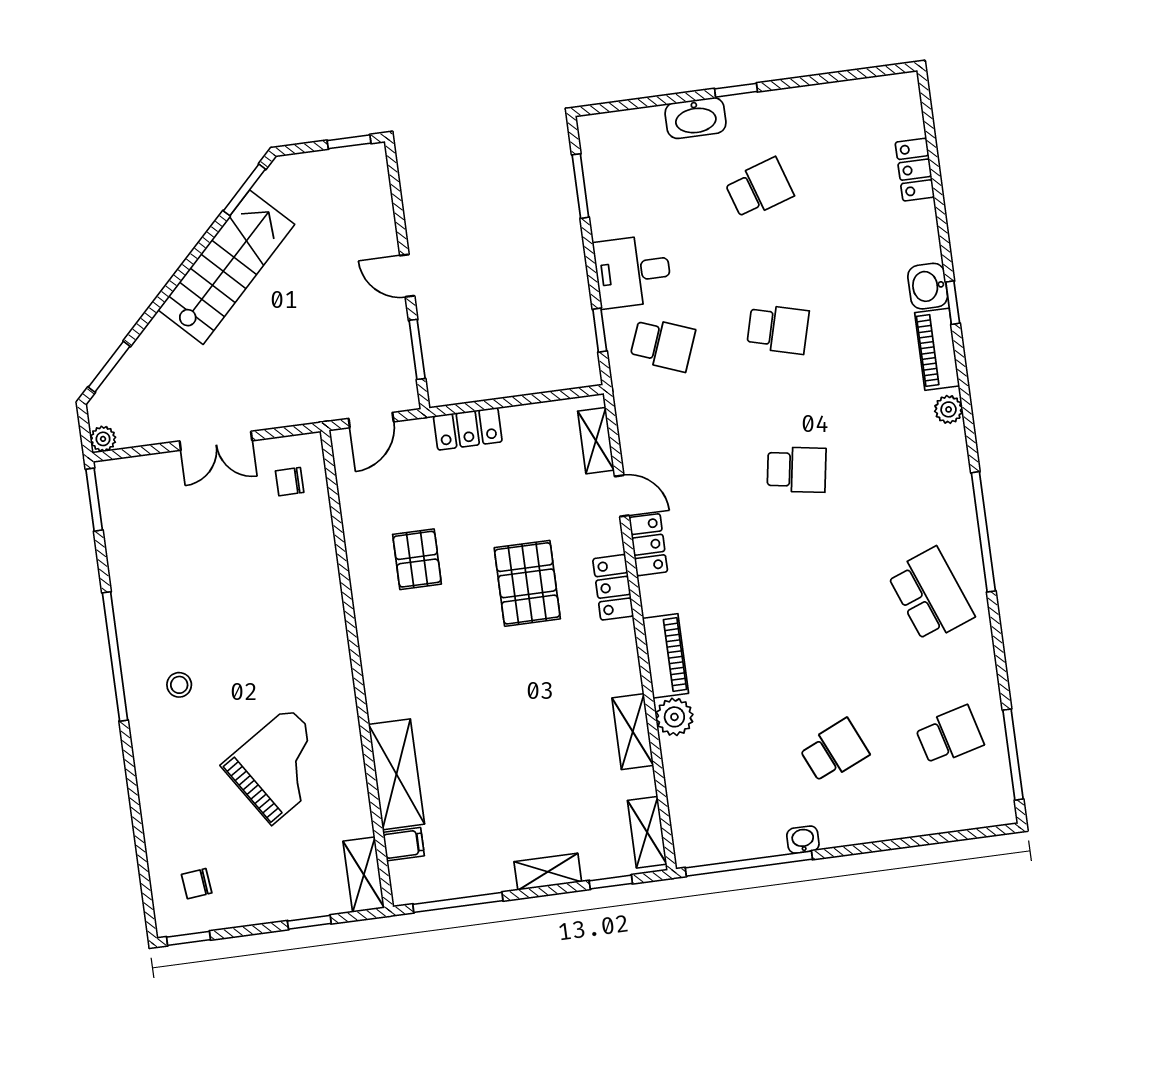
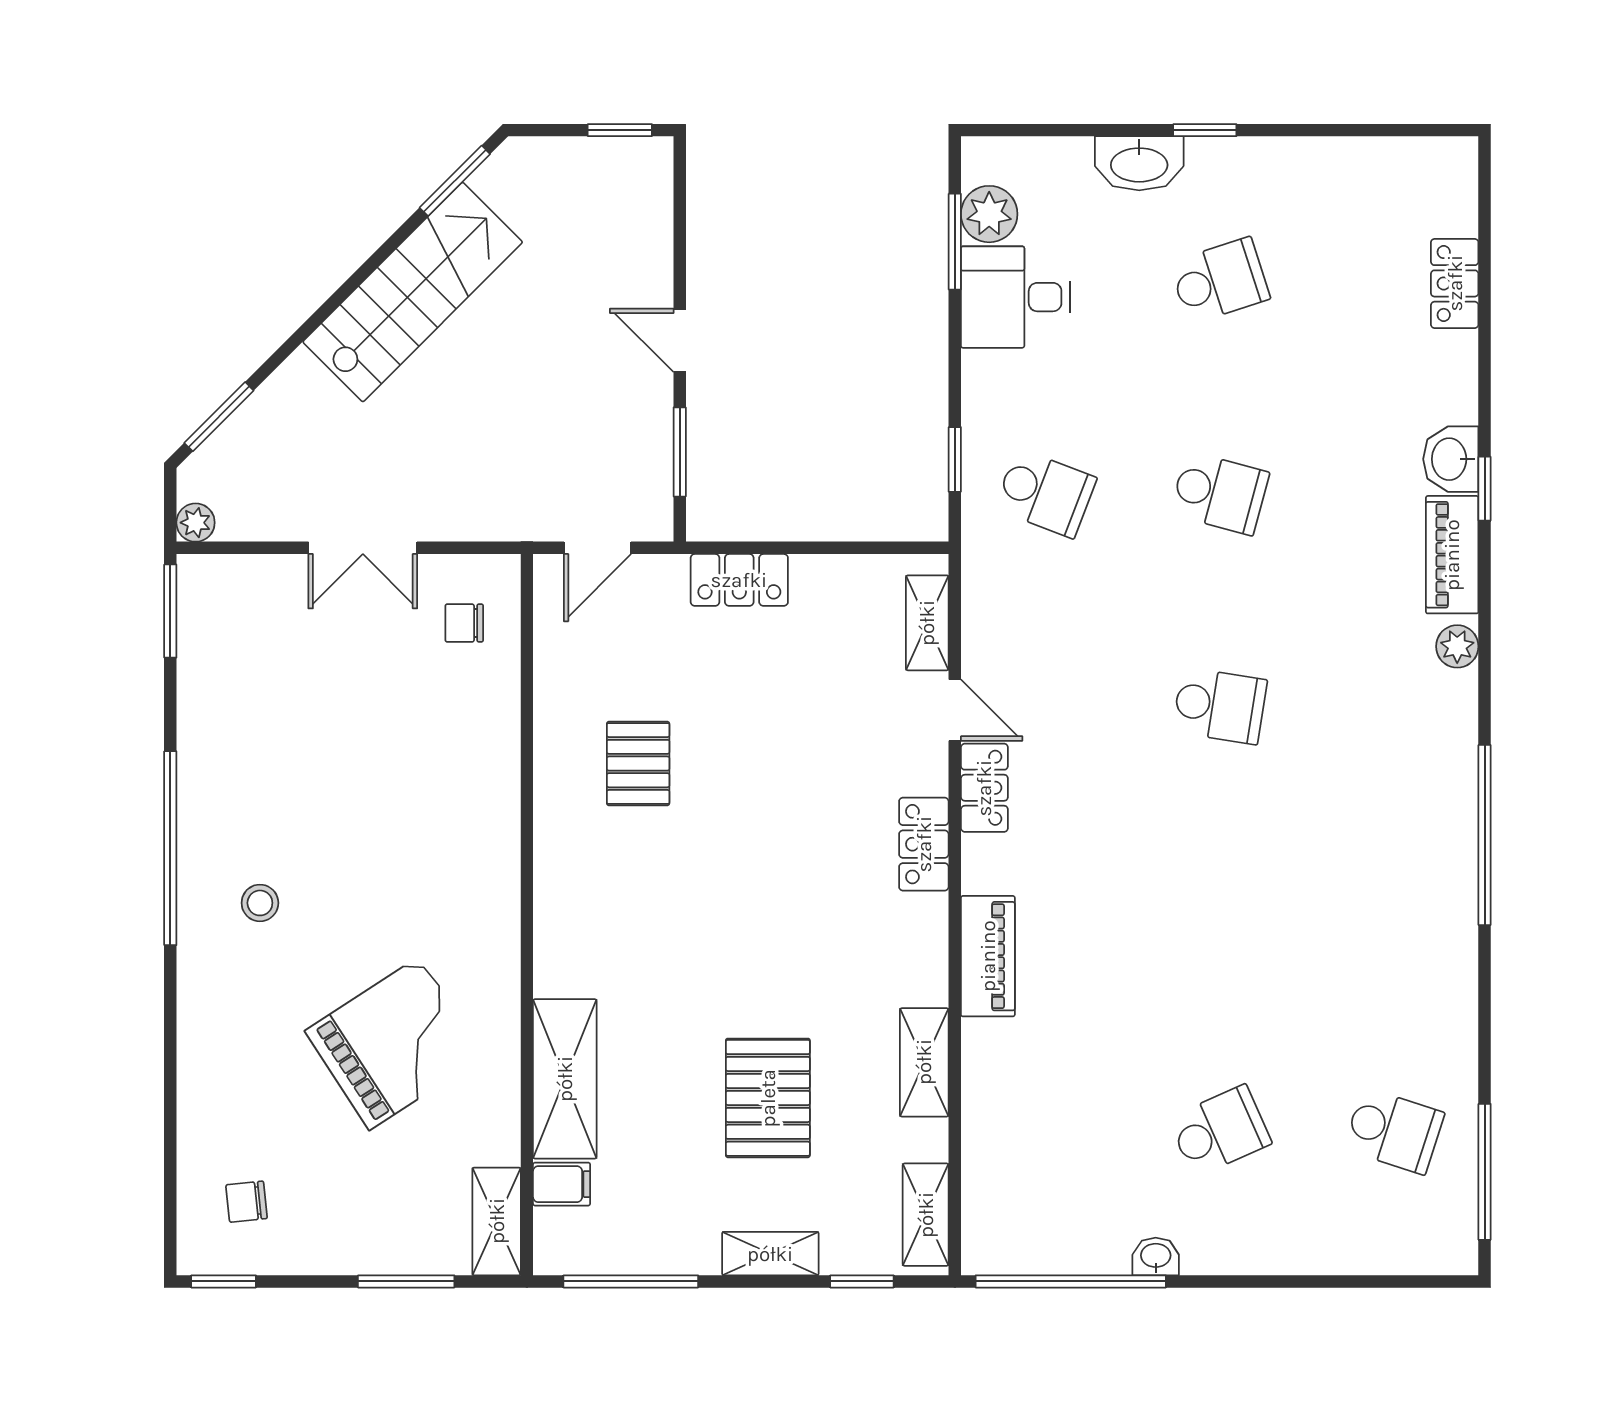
desk: (633, 271) -> (1016, 297), moved
pallet: (527, 583) -> (768, 1098), moved
school desk: (931, 595) -> (1394, 918), removed
plant: (674, 717) -> (989, 214), moved
school desk: (949, 736) -> (1394, 1131), turned 33
window: (309, 922) -> (406, 1281), width x1.50

